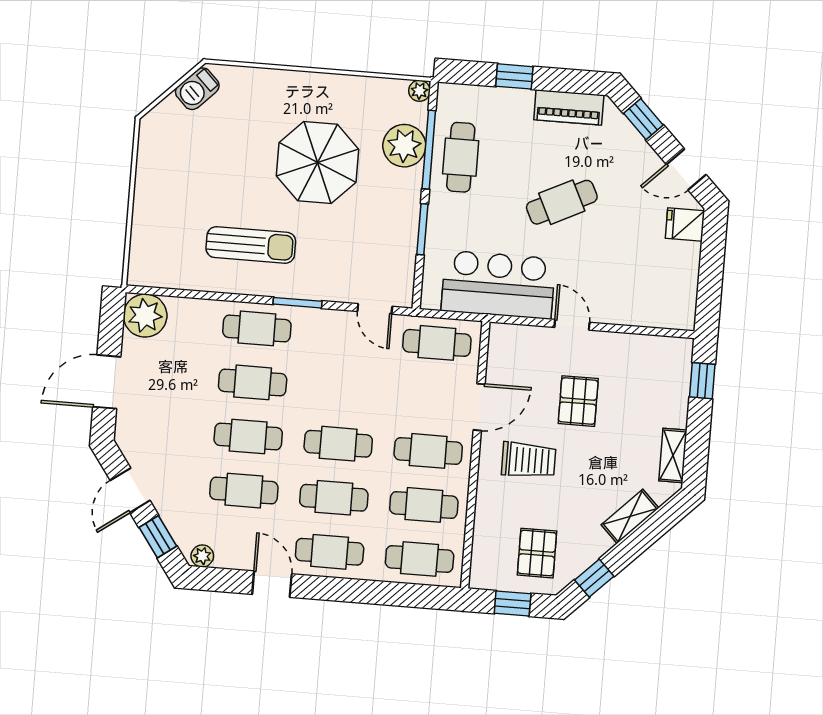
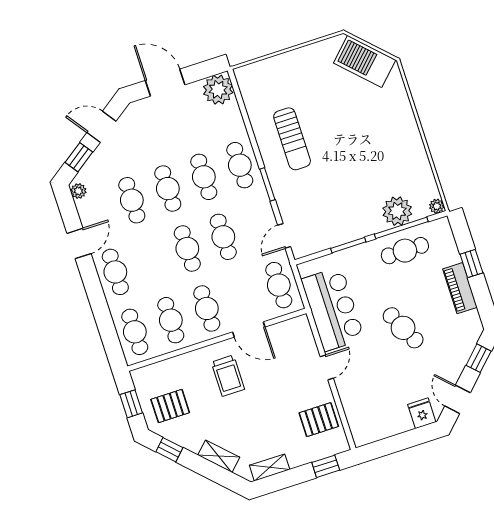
barbecue: (197, 89) -> (365, 61), width x1.88, depth x1.53
piano: (569, 107) -> (460, 288), moved
parasol: (317, 163) -> (363, 160), removed
pallet: (578, 401) -> (319, 420), moved
cafe table: (334, 498) -> (223, 237), moved

